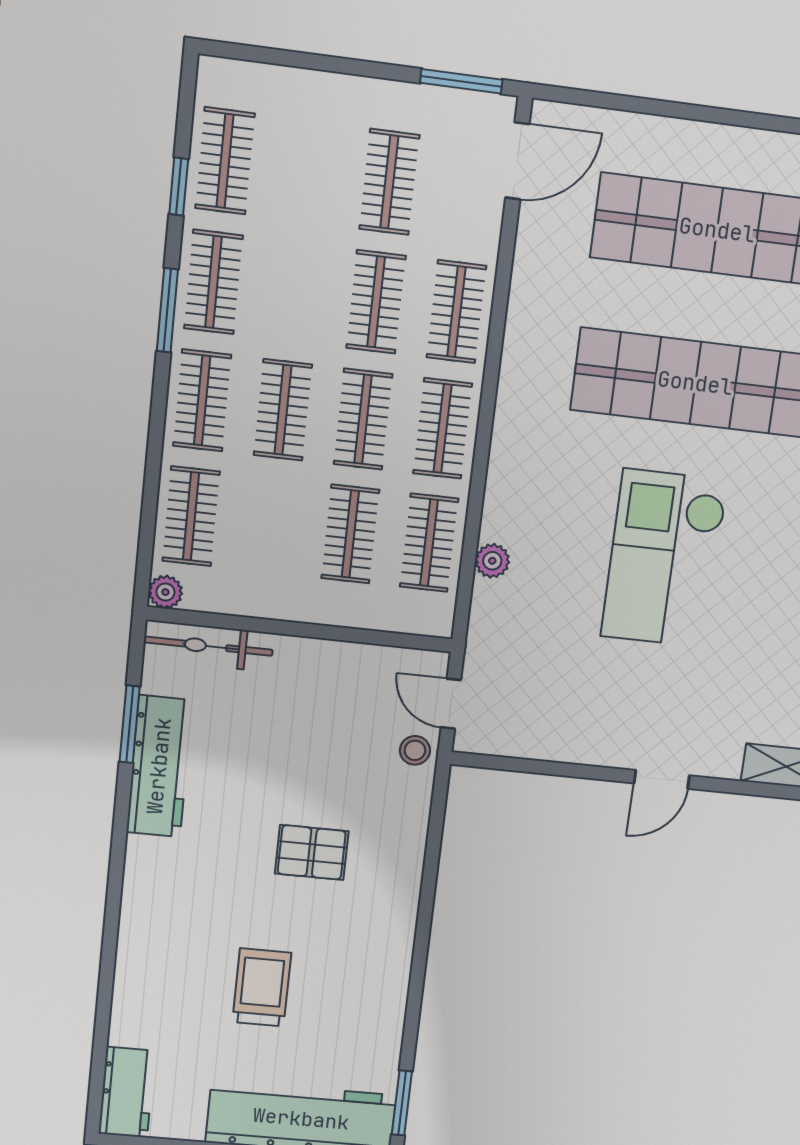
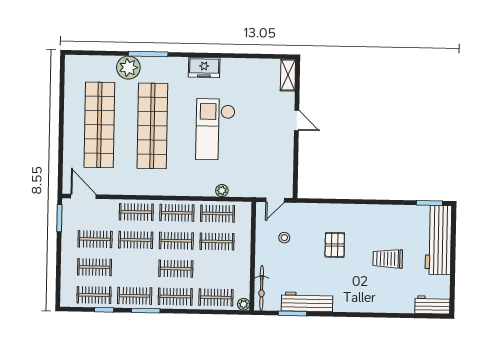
clothes rail: (307, 171) -> (95, 267), added
checkout: (664, 558) -> (215, 129), turned 90
stool: (415, 750) -> (284, 238), moved

